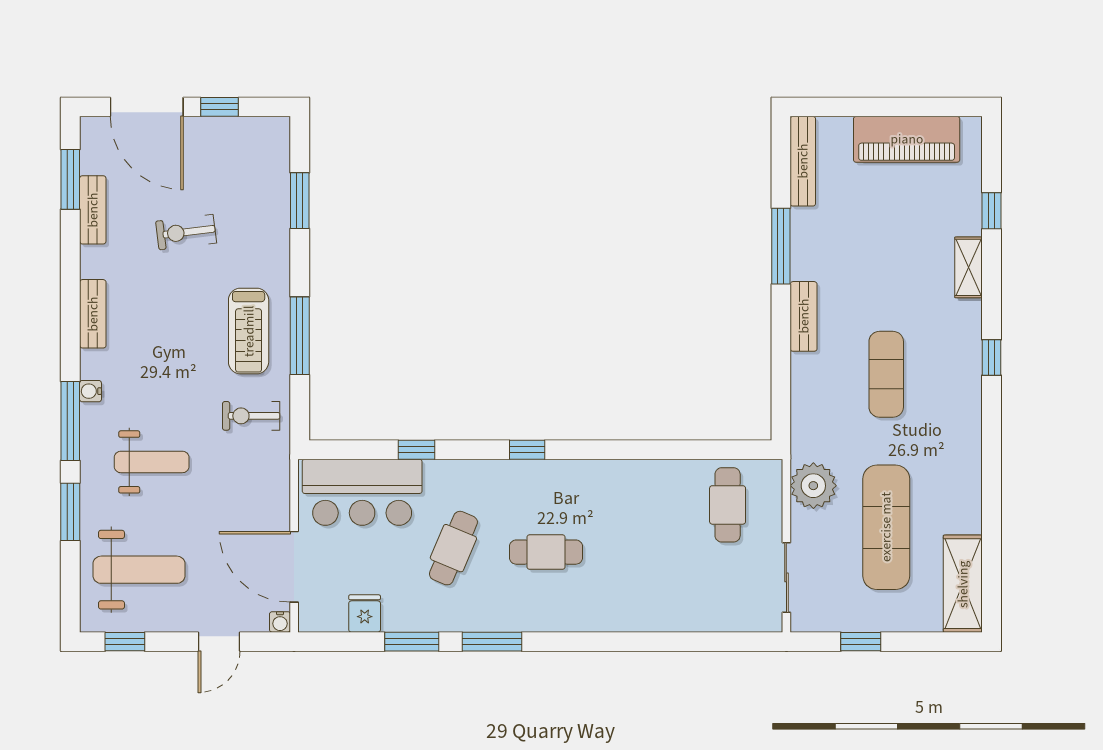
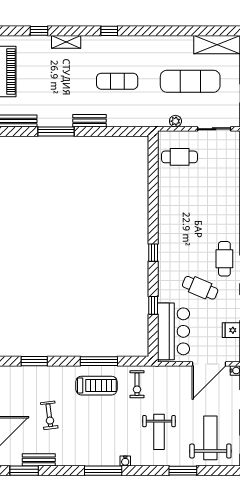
bench: (93, 314) -> (88, 460), removed
window: (70, 421) -> (103, 471), moved
weight bench: (152, 462) -> (159, 432), turned 180
plant: (813, 486) -> (175, 121), width x0.53, depth x0.53
cafe table: (546, 552) -> (224, 259), moved

